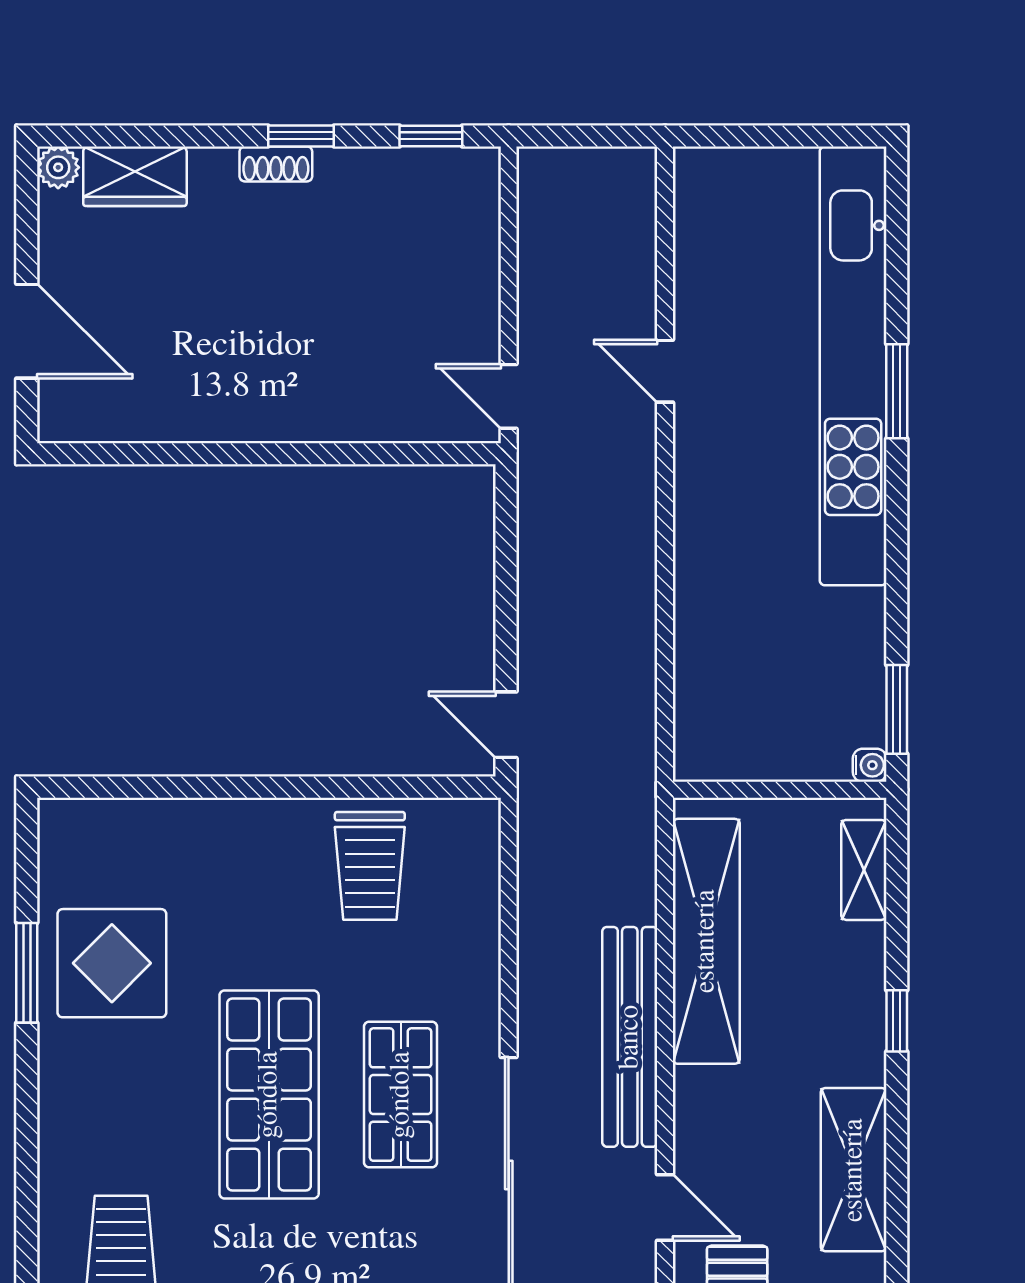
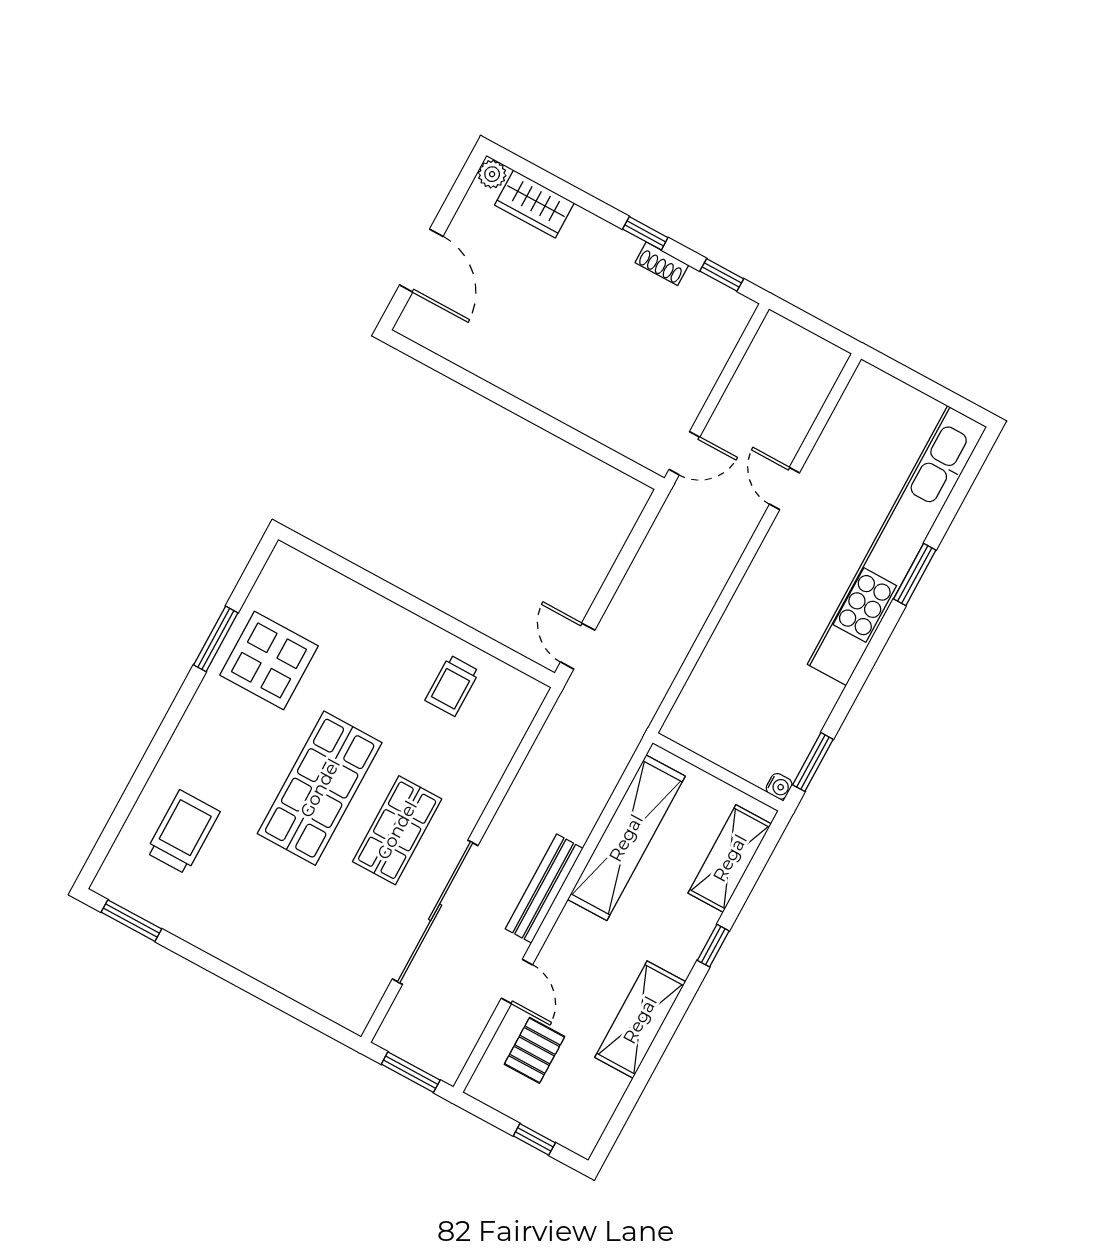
shoe rack: (276, 164) -> (662, 264), moved
door: (509, 396) -> (684, 453), swing flipped
trolley: (370, 866) -> (452, 686), width x0.73, depth x0.72
shelving: (864, 870) -> (730, 858), width x1.50, depth x1.33
bench: (630, 1037) -> (544, 889), width x0.73, depth x0.82

